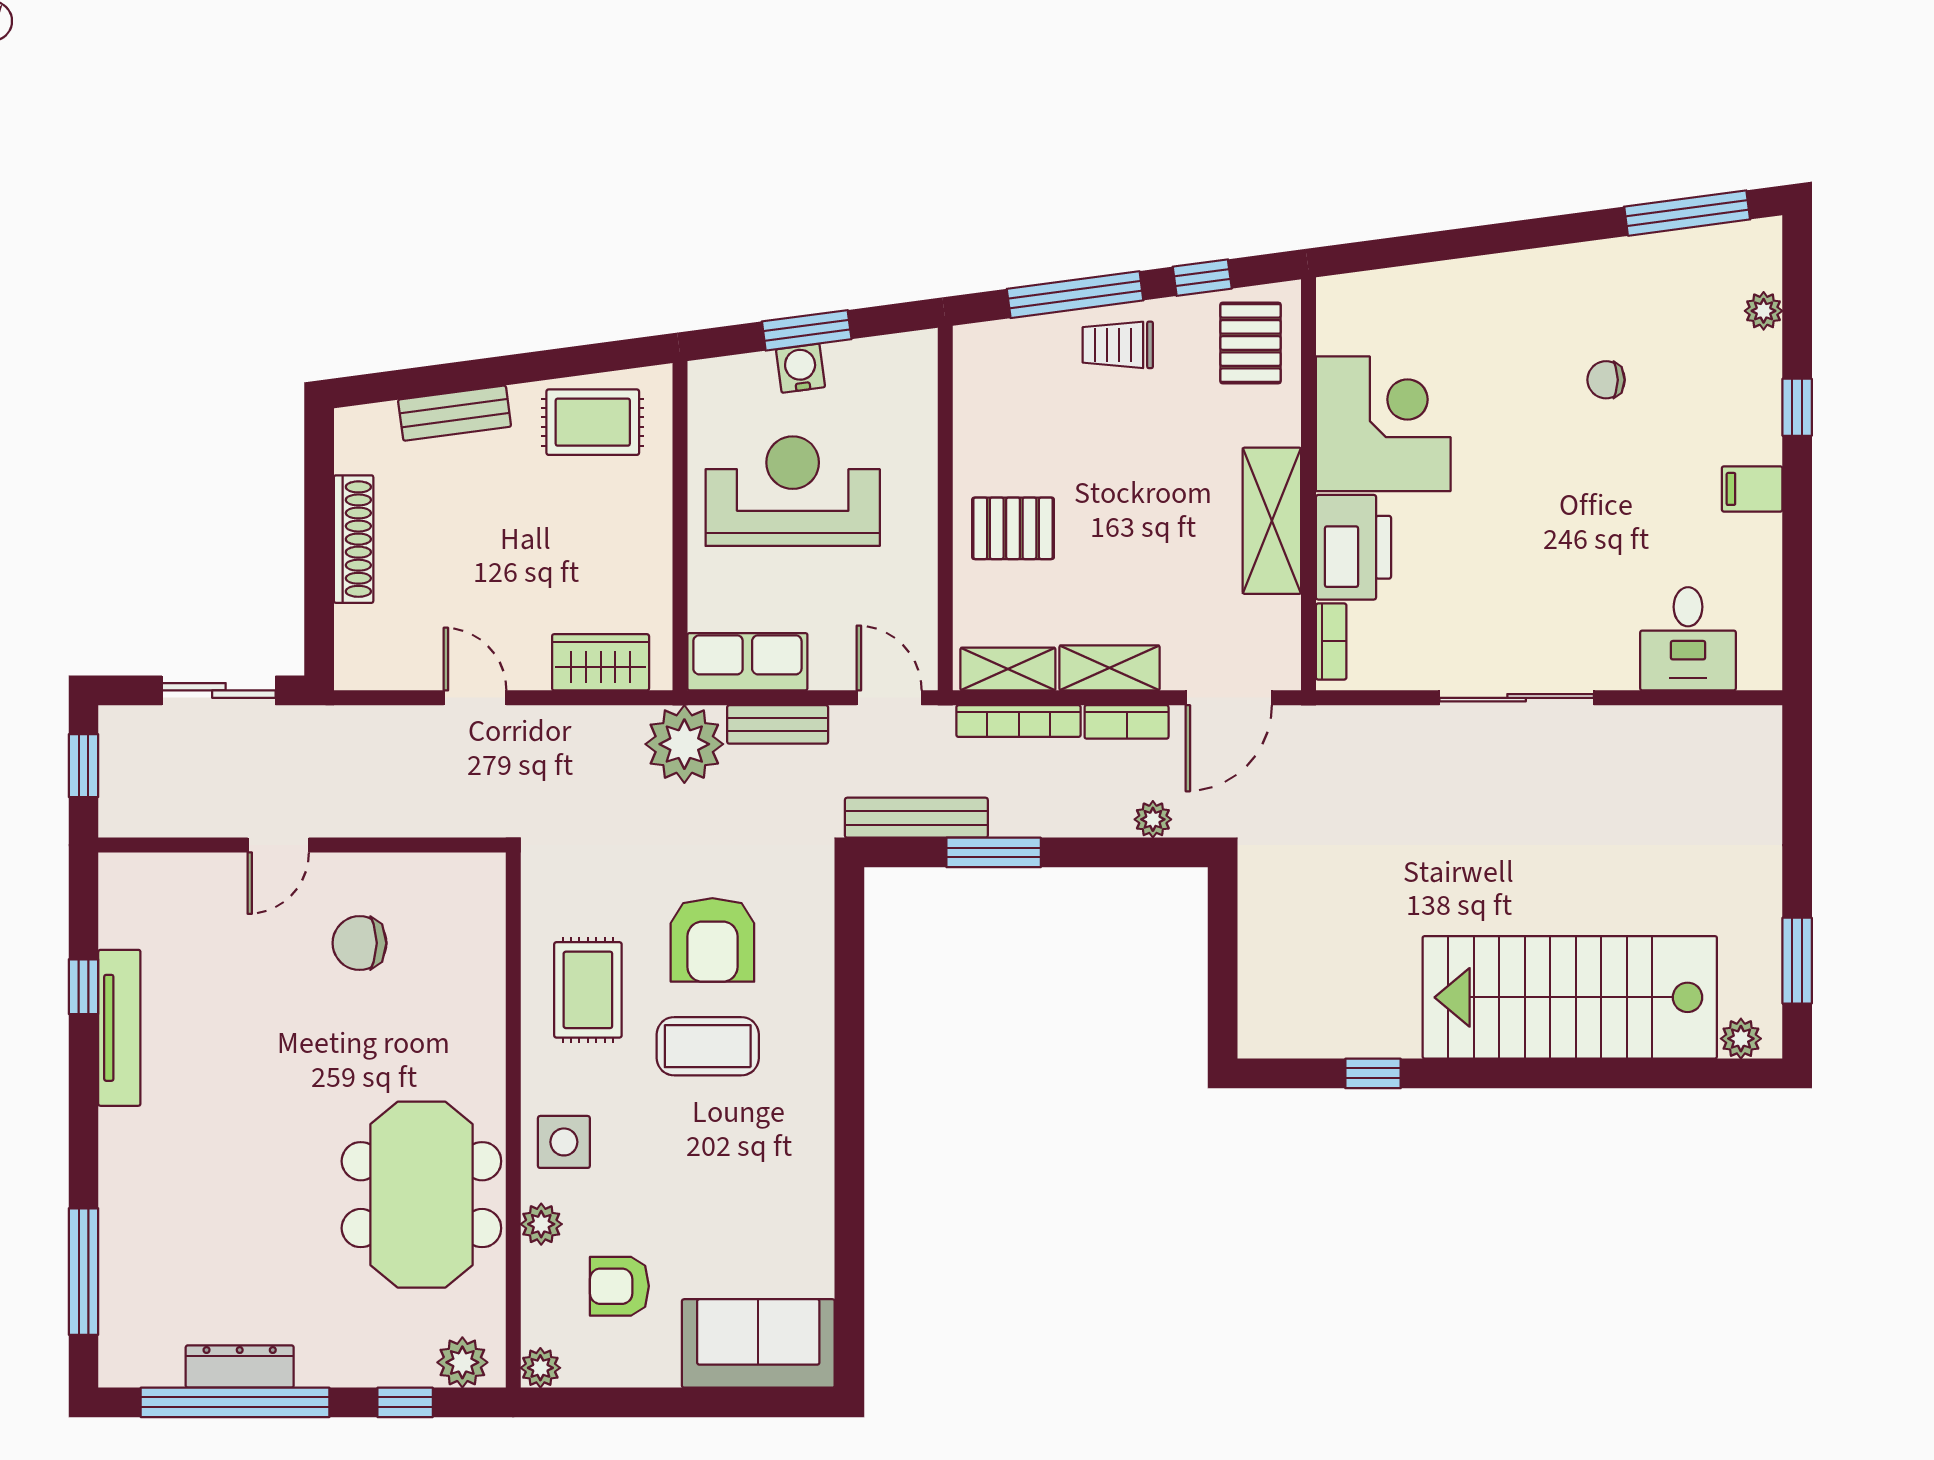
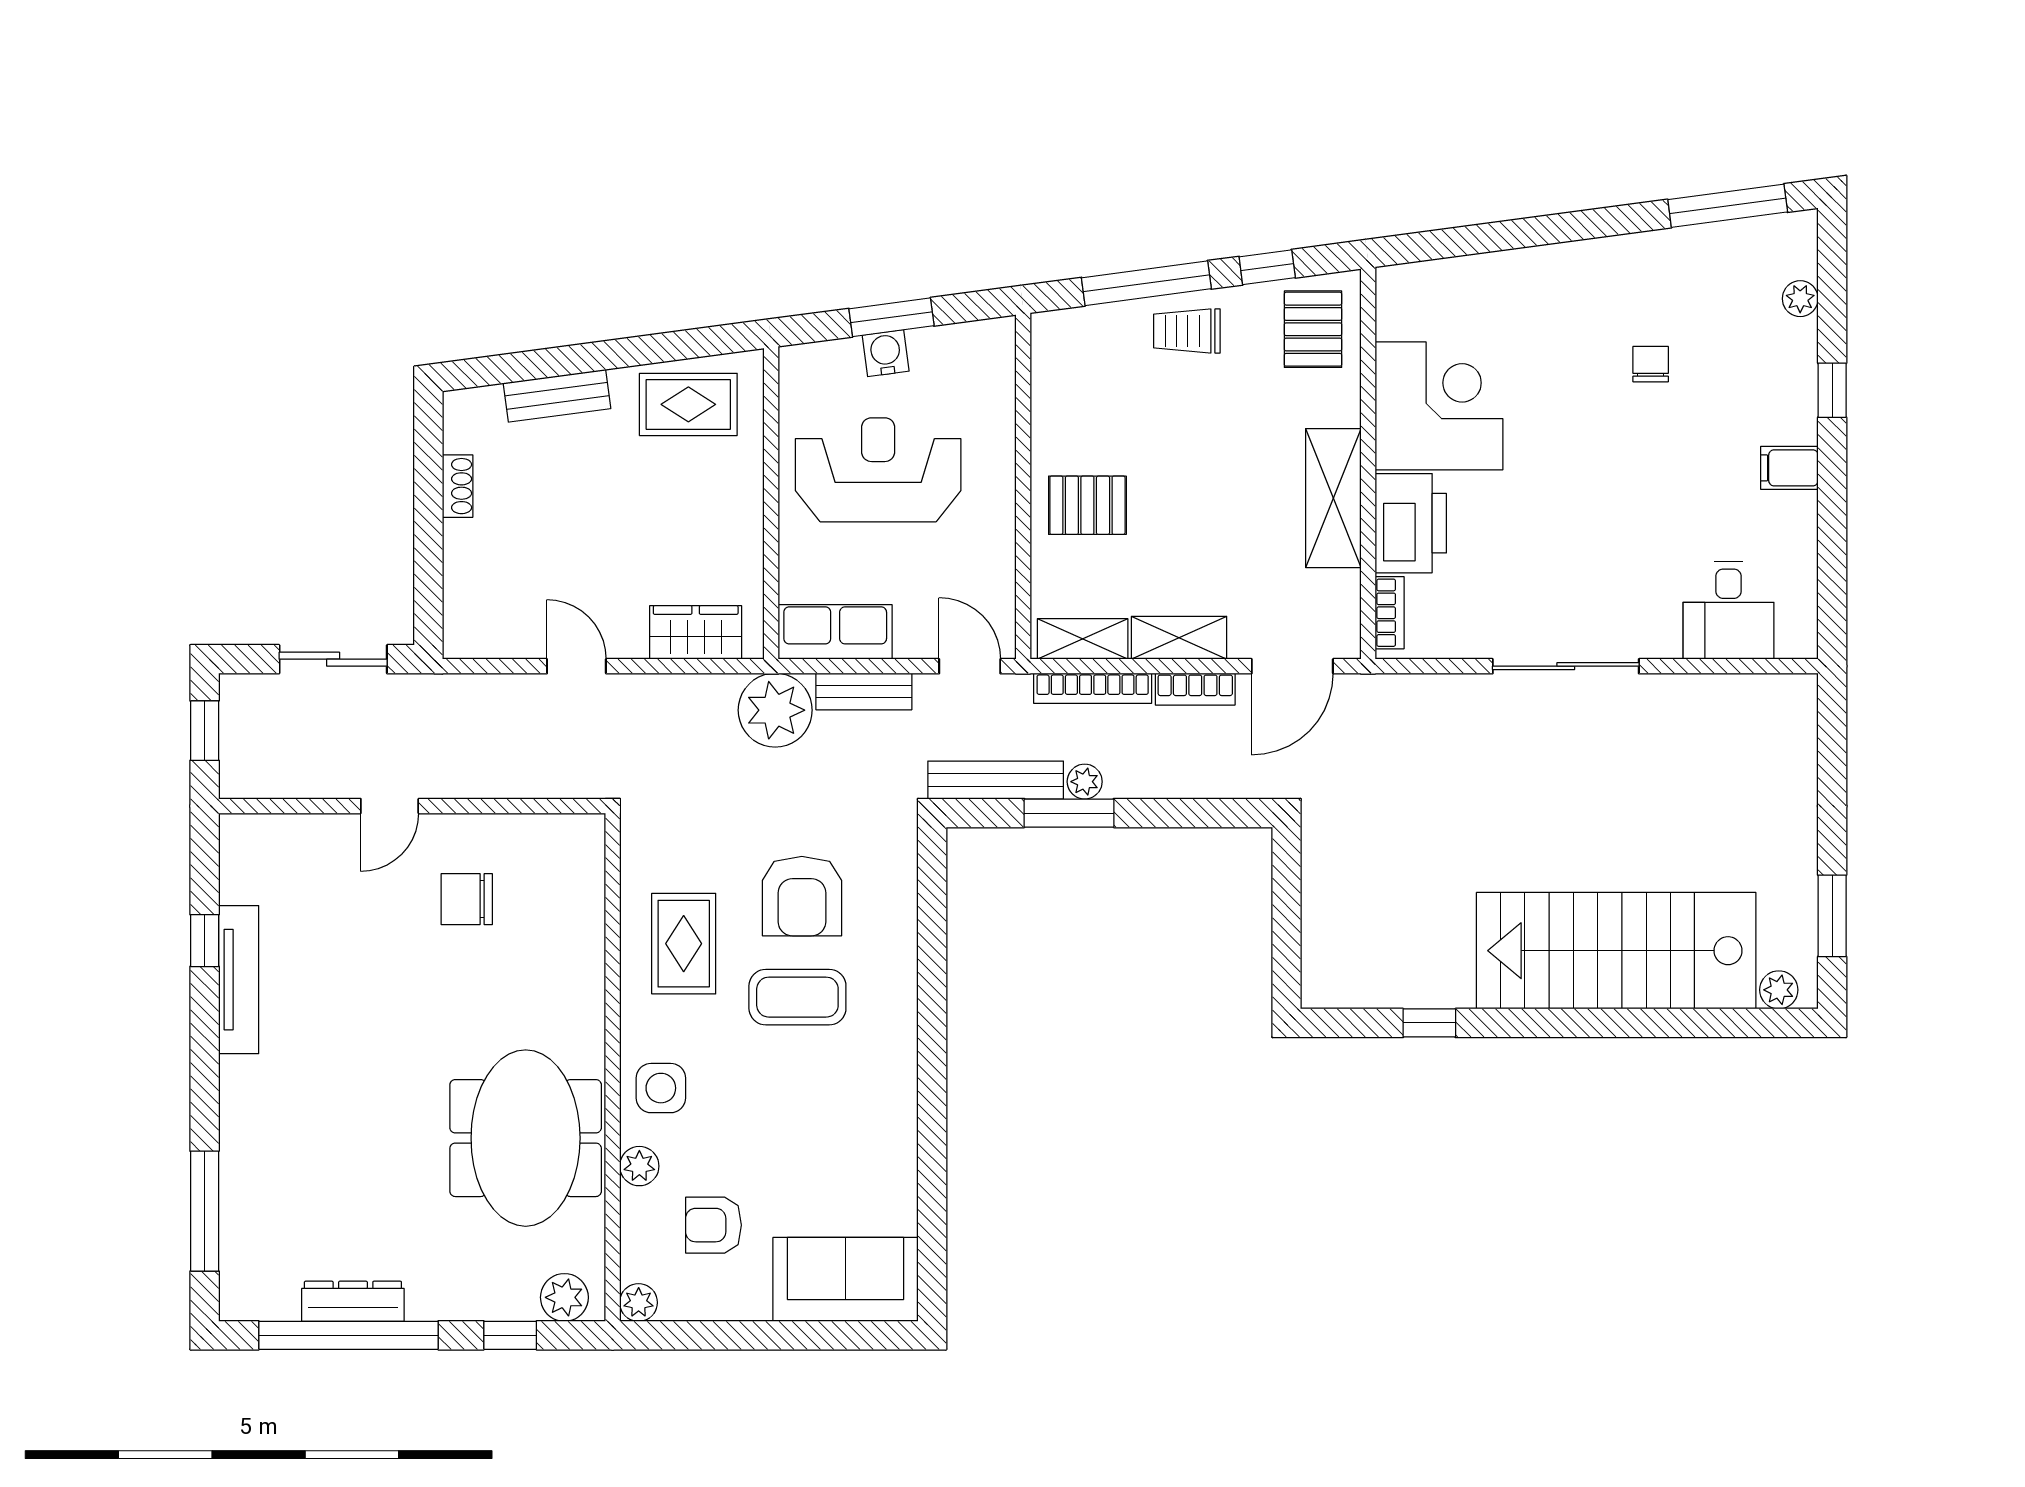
chair: (1606, 380) -> (1651, 364), turned 90
shoe rack: (354, 539) -> (458, 486), width x0.51, depth x0.81
plant: (1153, 819) -> (1085, 782), moved

